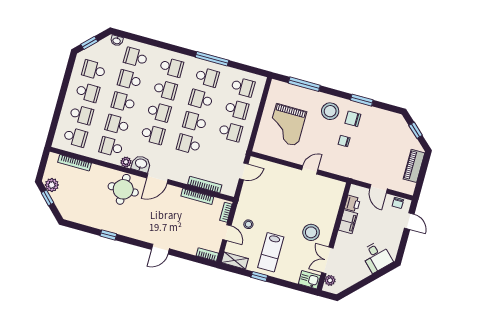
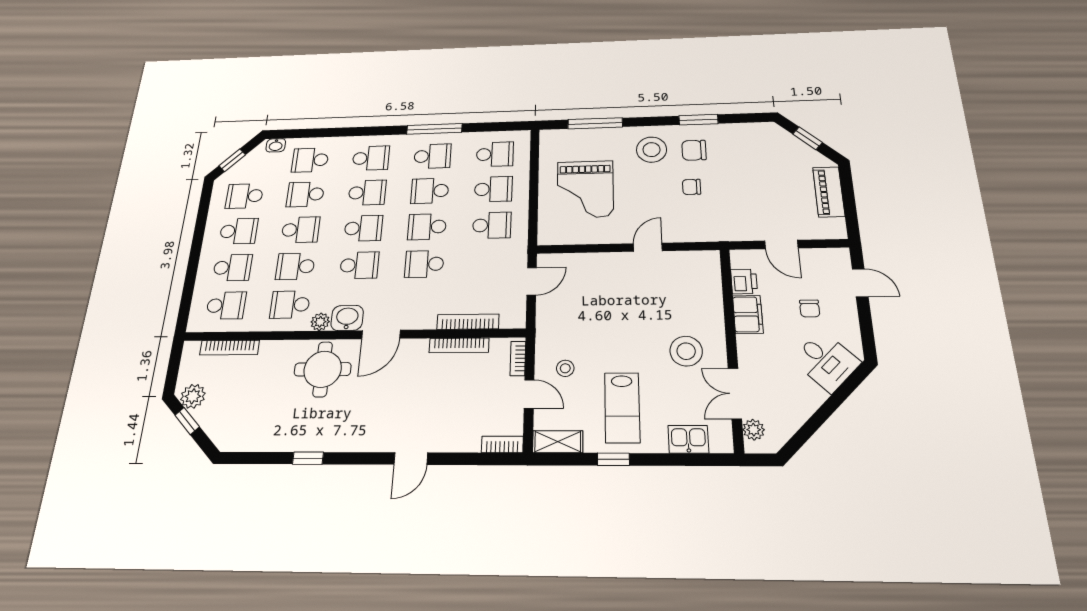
school desk: (123, 102) -> (300, 230), turned 180
chair: (398, 203) -> (810, 308), moved
kitchen sink: (309, 280) -> (688, 439), moved

